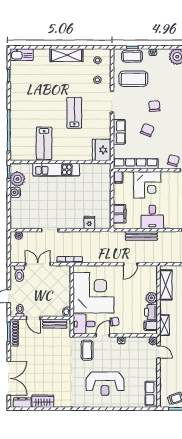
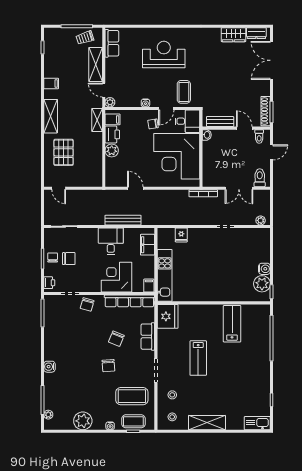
kitchen unit: (56, 170) -> (165, 275), moved, turned 90
door: (130, 264) -> (135, 188), hinge flipped
shelving: (166, 285) -> (96, 65), moved

